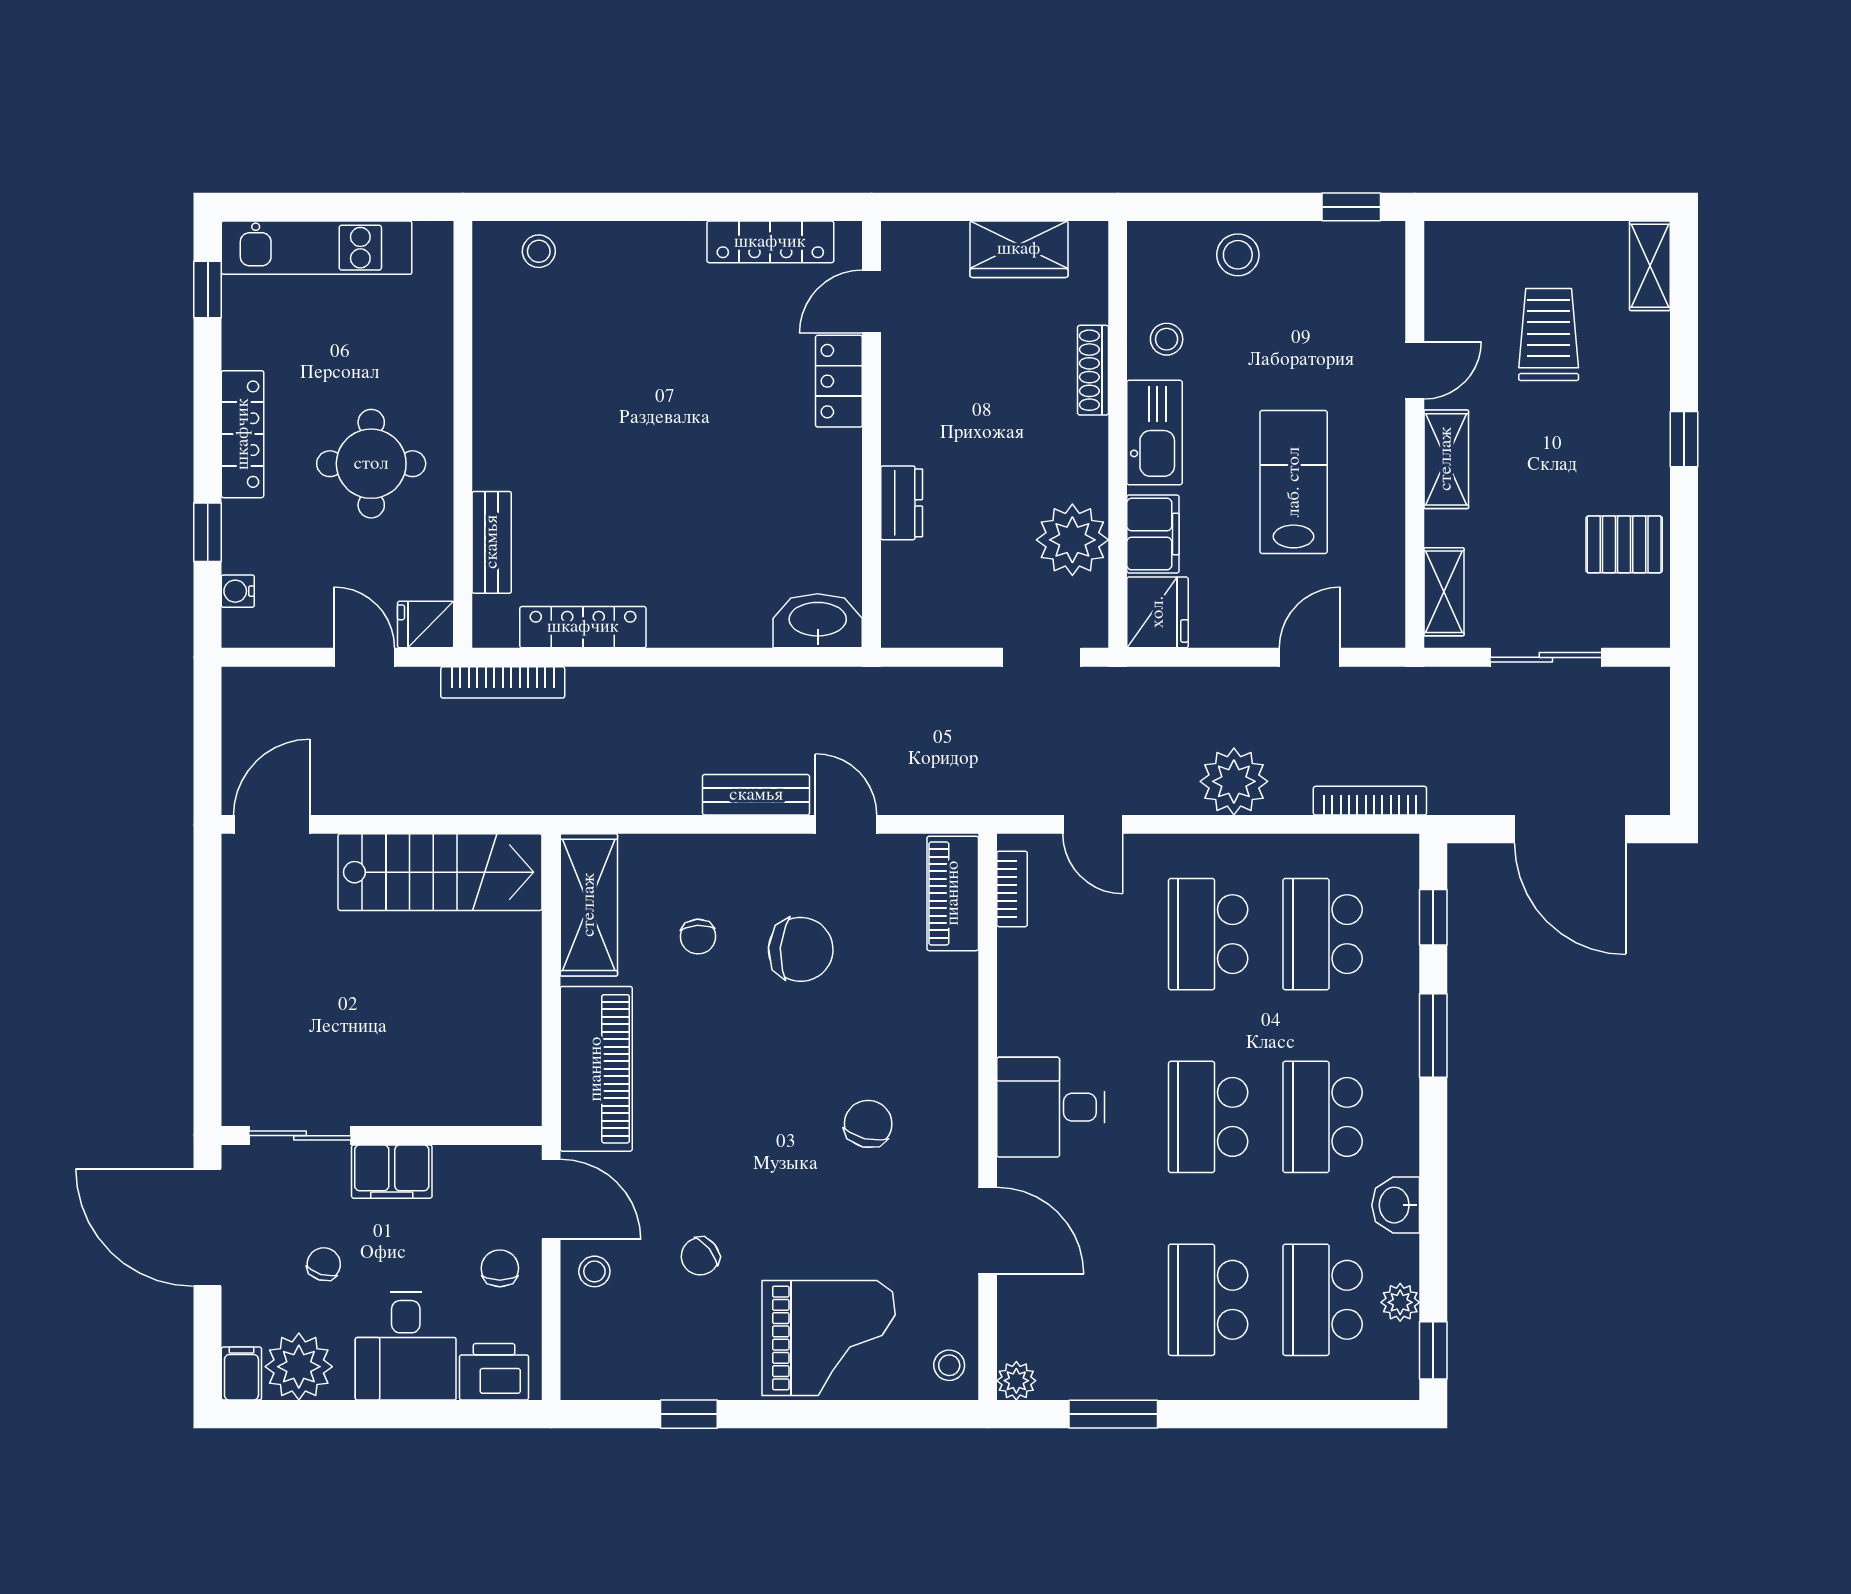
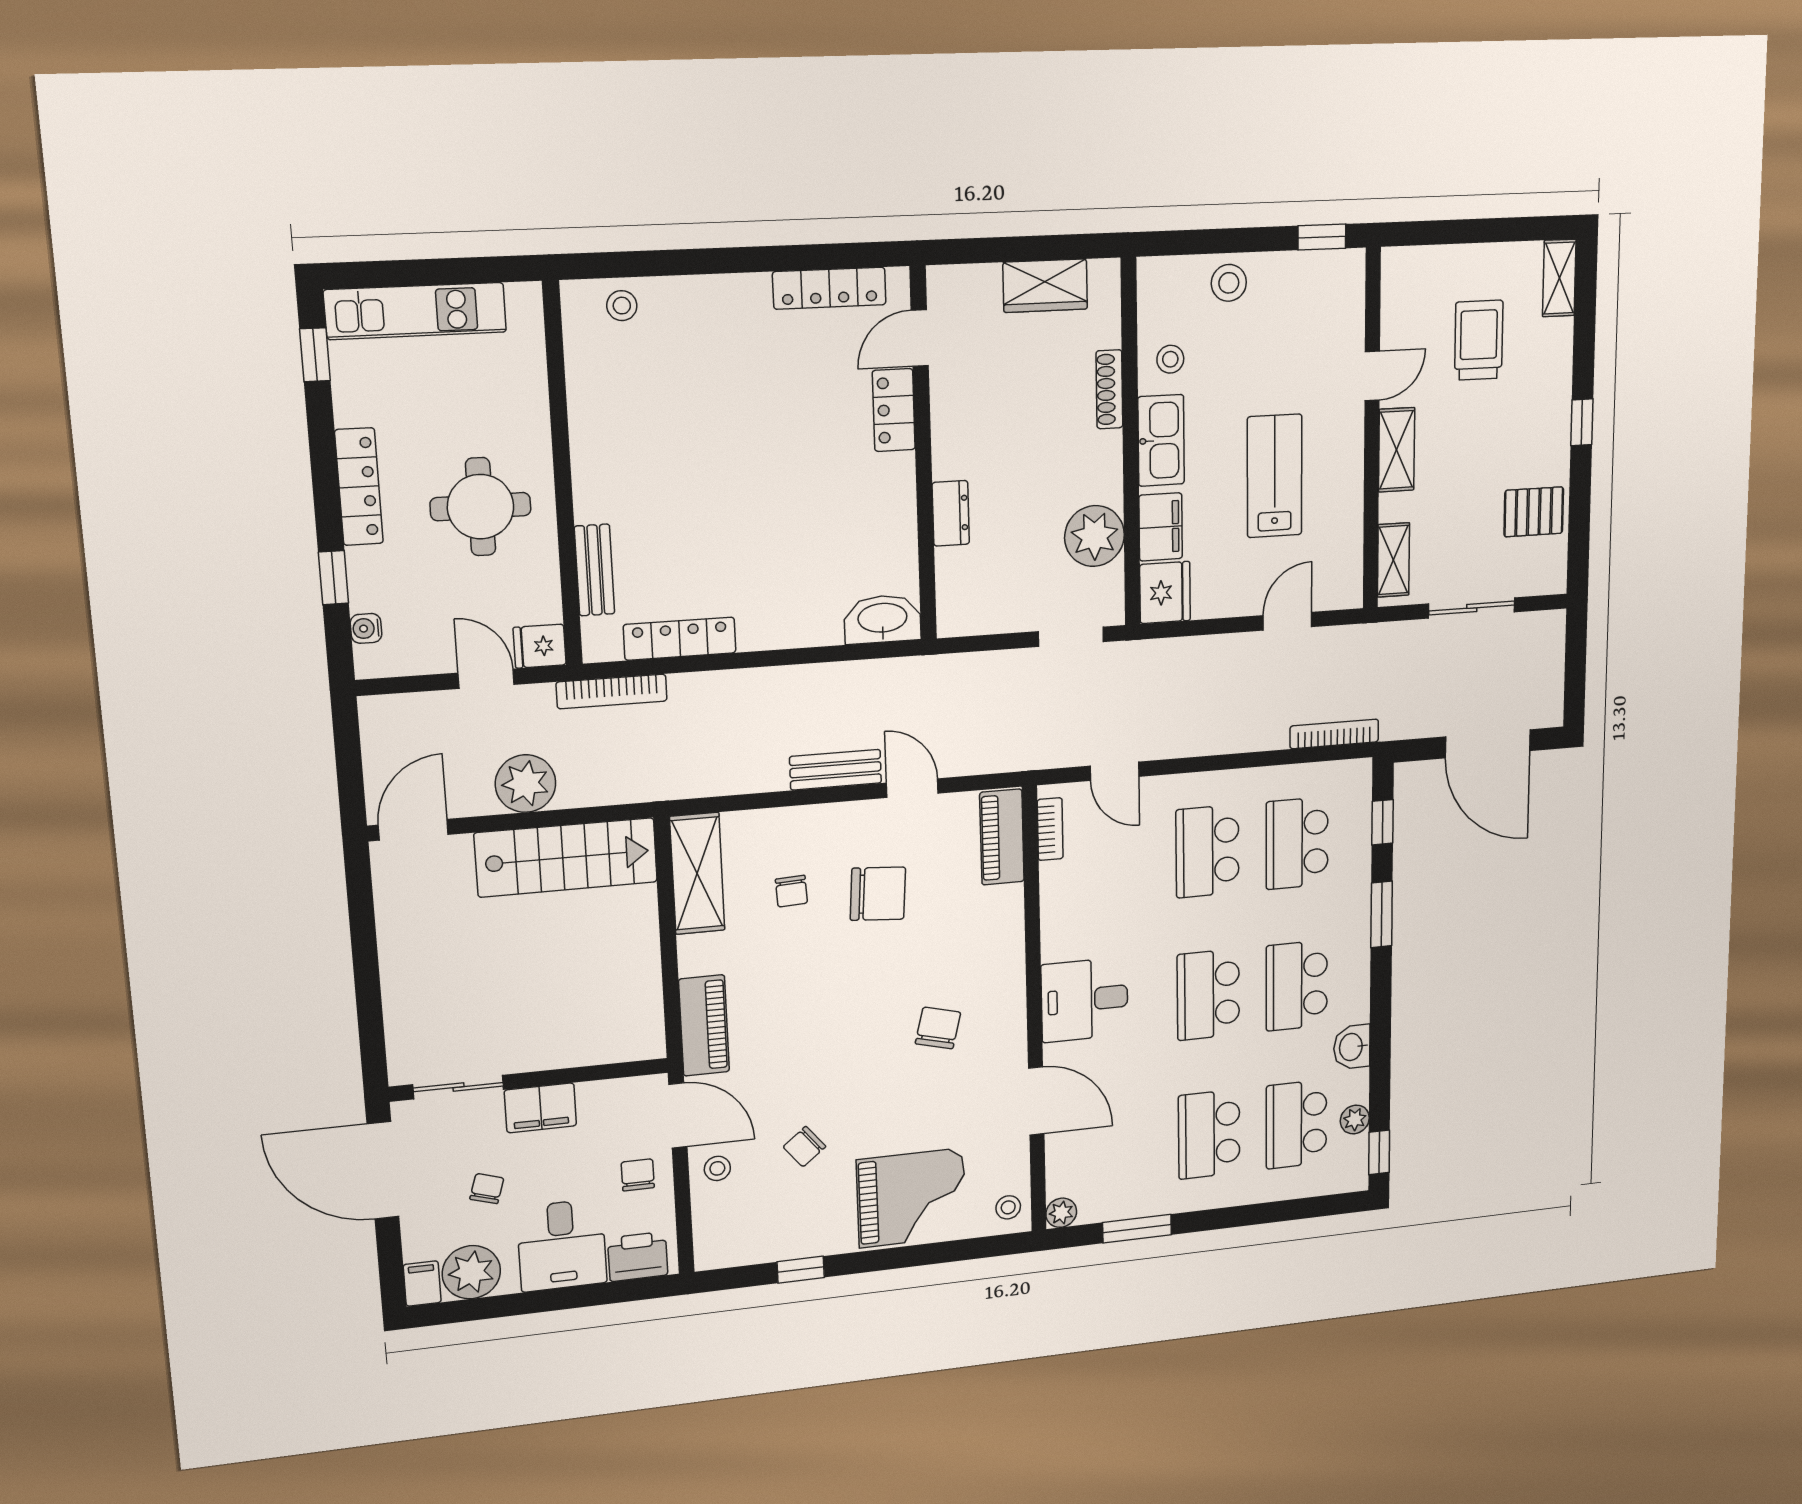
plant: (1234, 781) -> (525, 784), moved
piano: (596, 1069) -> (704, 1025), width x0.73, depth x0.75

